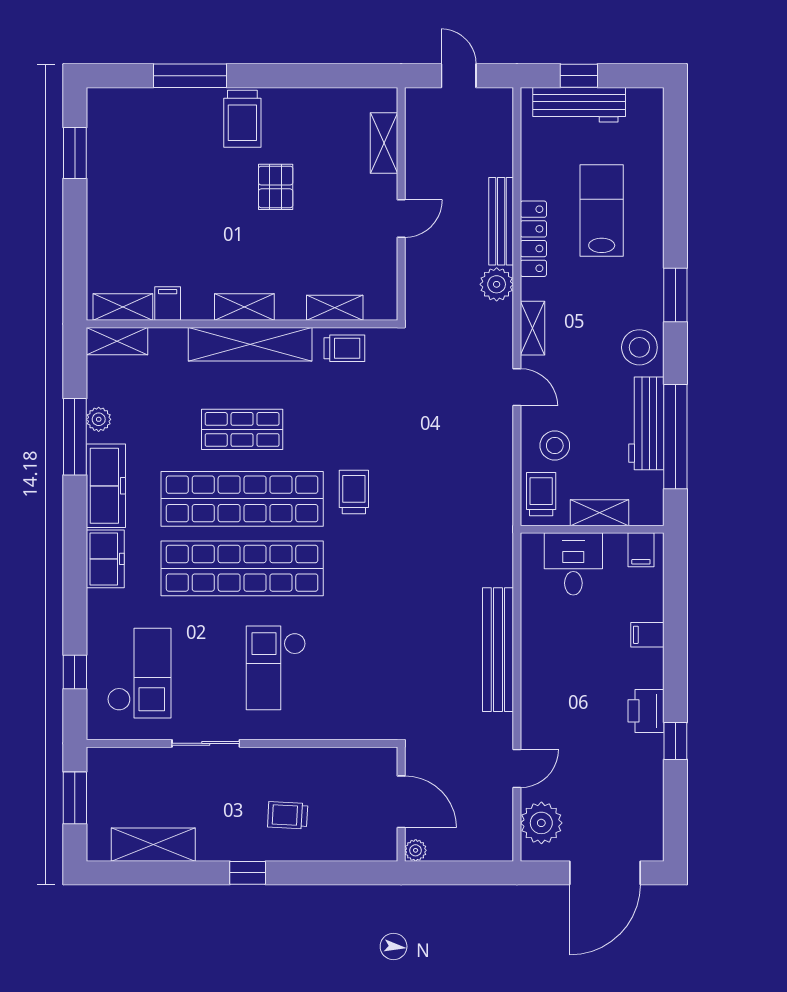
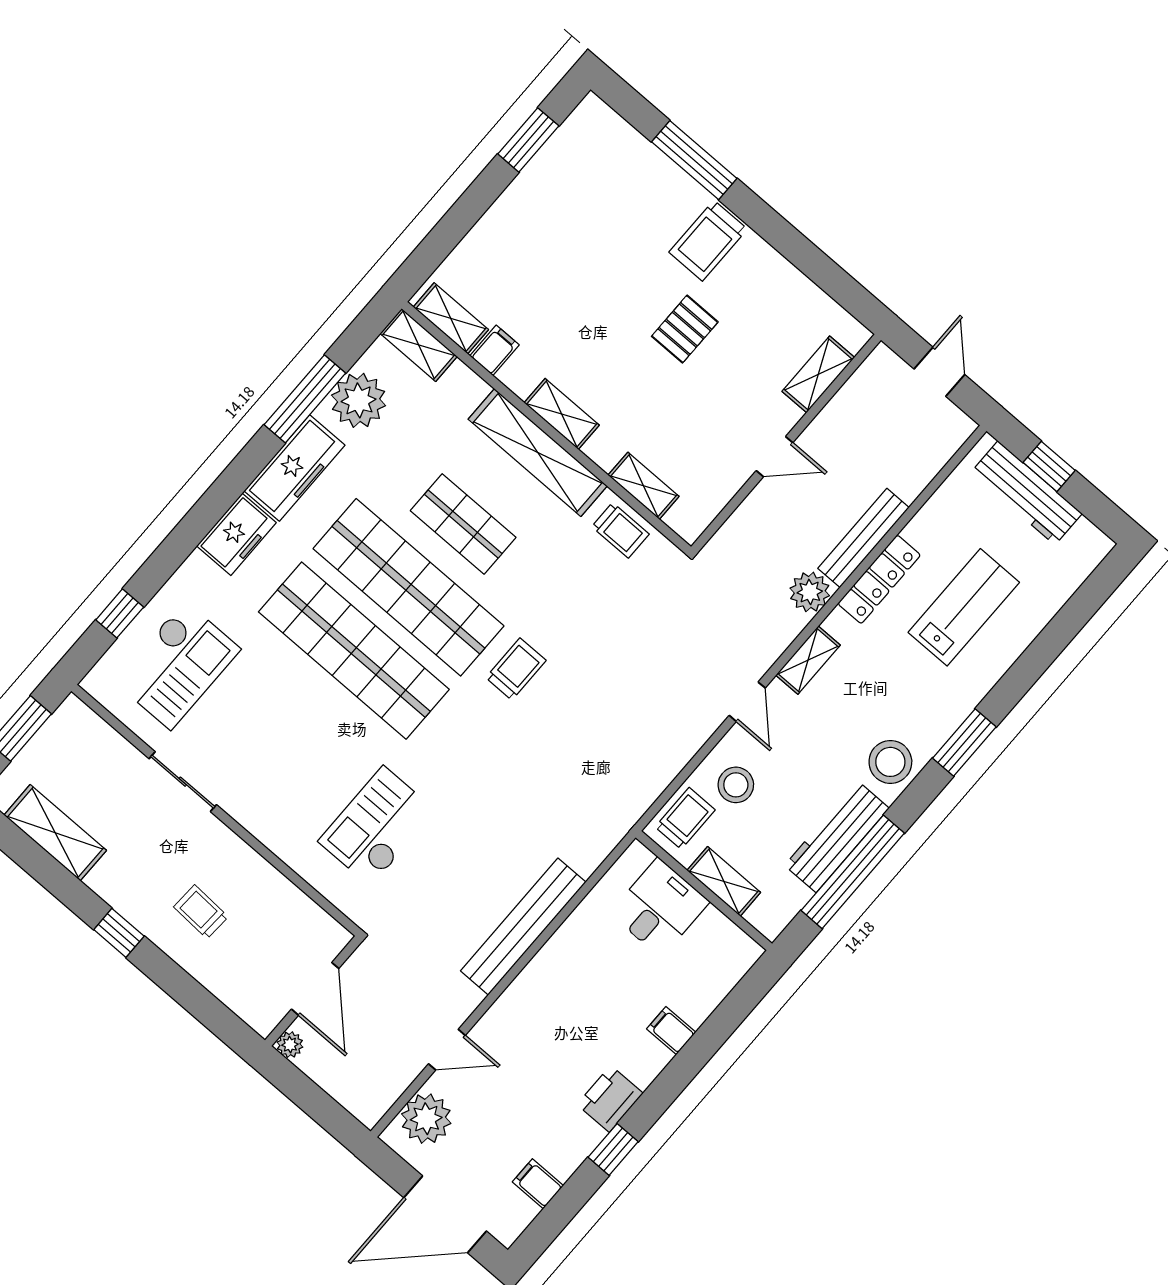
plant: (99, 419) -> (359, 400), width x1.88, depth x1.88
filing cabinet: (641, 550) -> (538, 1184), moved, turned 90
checkout: (276, 668) -> (377, 826), moved

